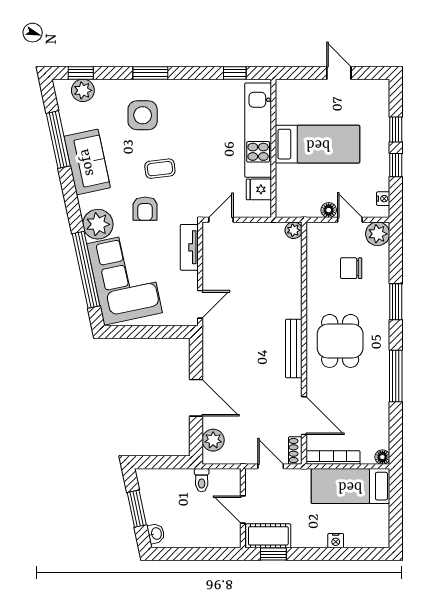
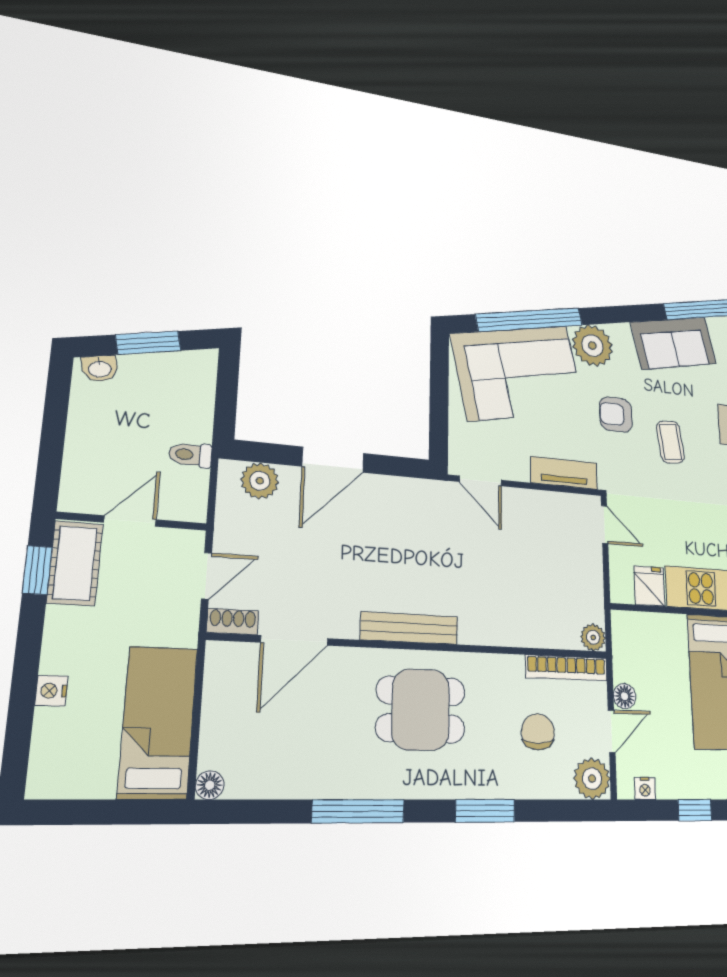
bookcase: (333, 458) -> (567, 668), moved, turned 90

